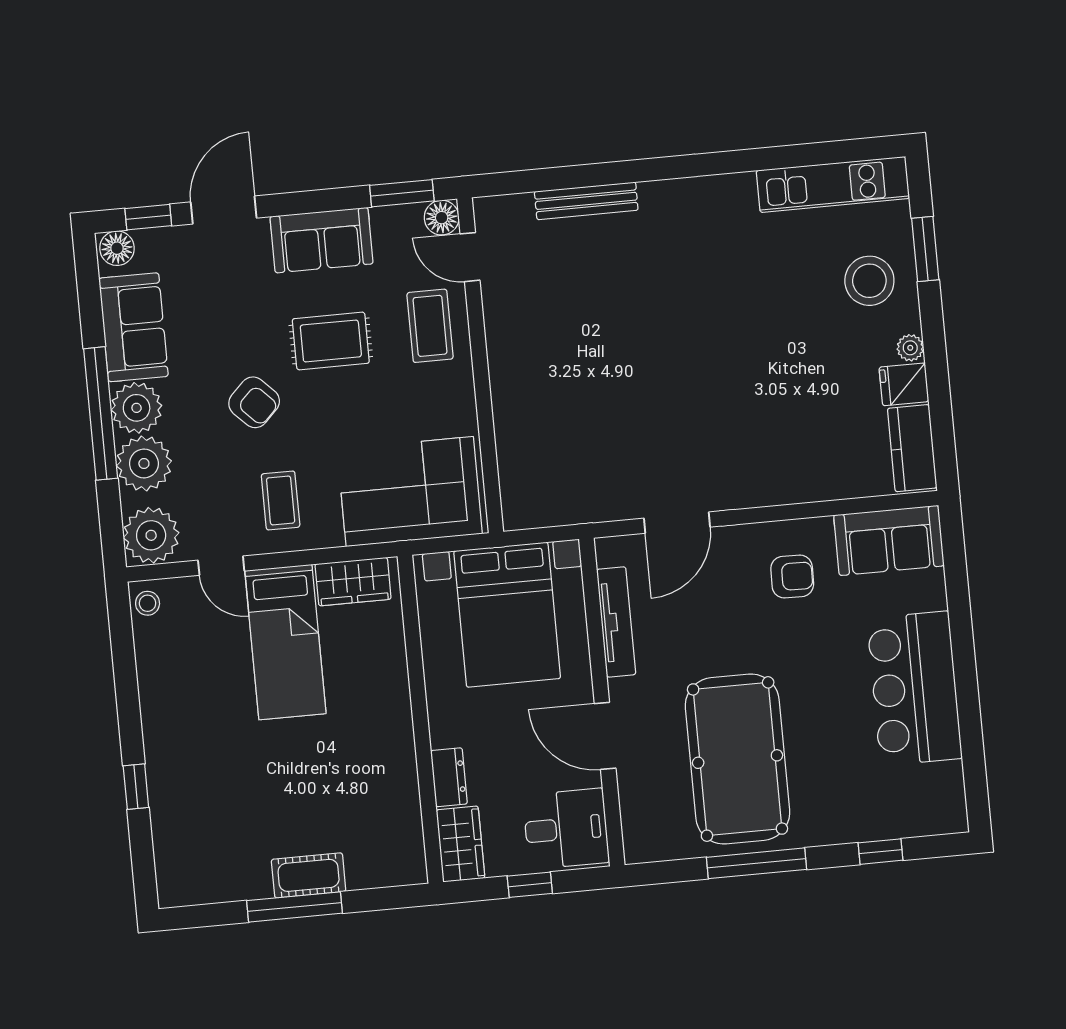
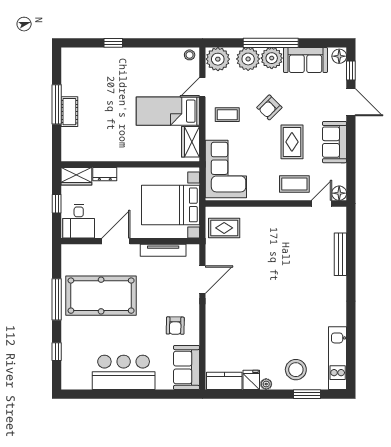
window: (402, 193) -> (351, 178), removed
rug: (550, 482) -> (224, 228), added
door: (677, 523) -> (202, 280), swing flipped

